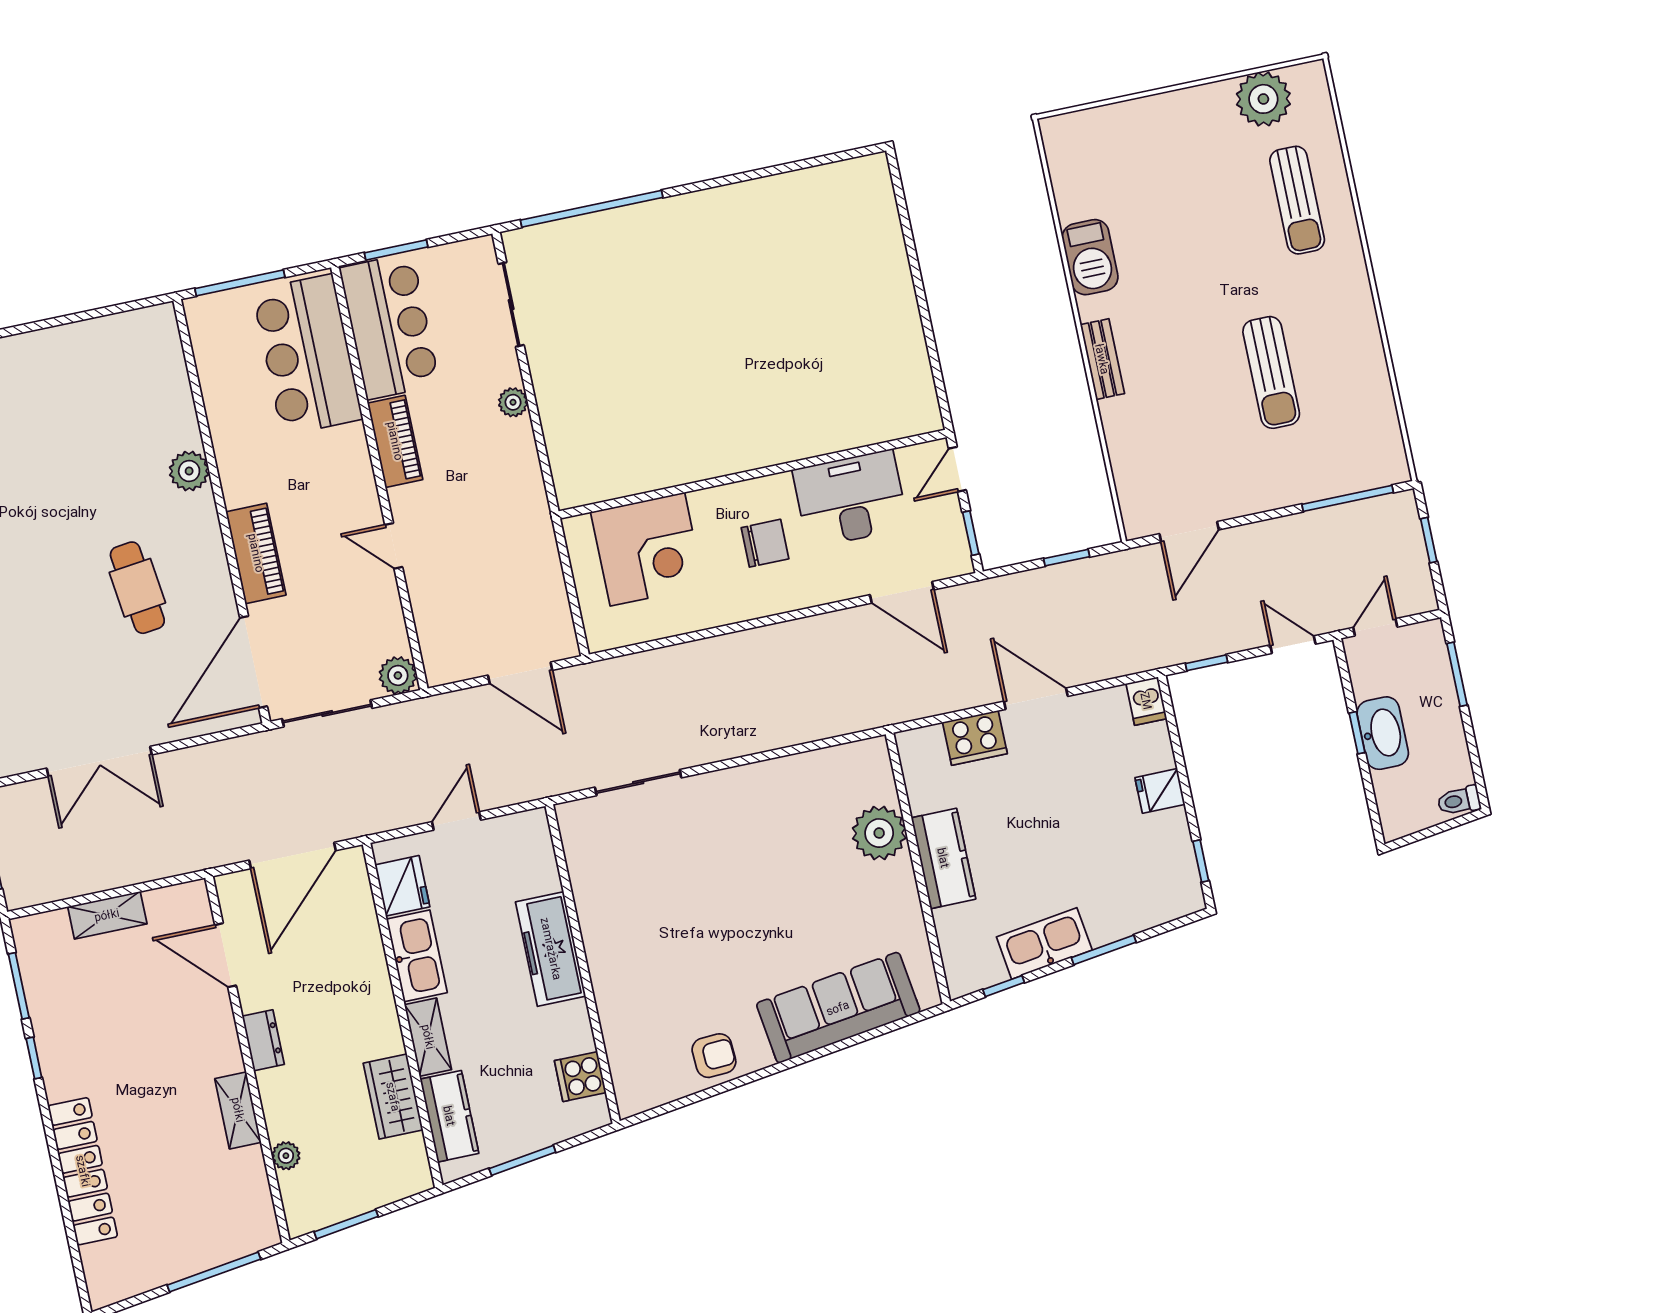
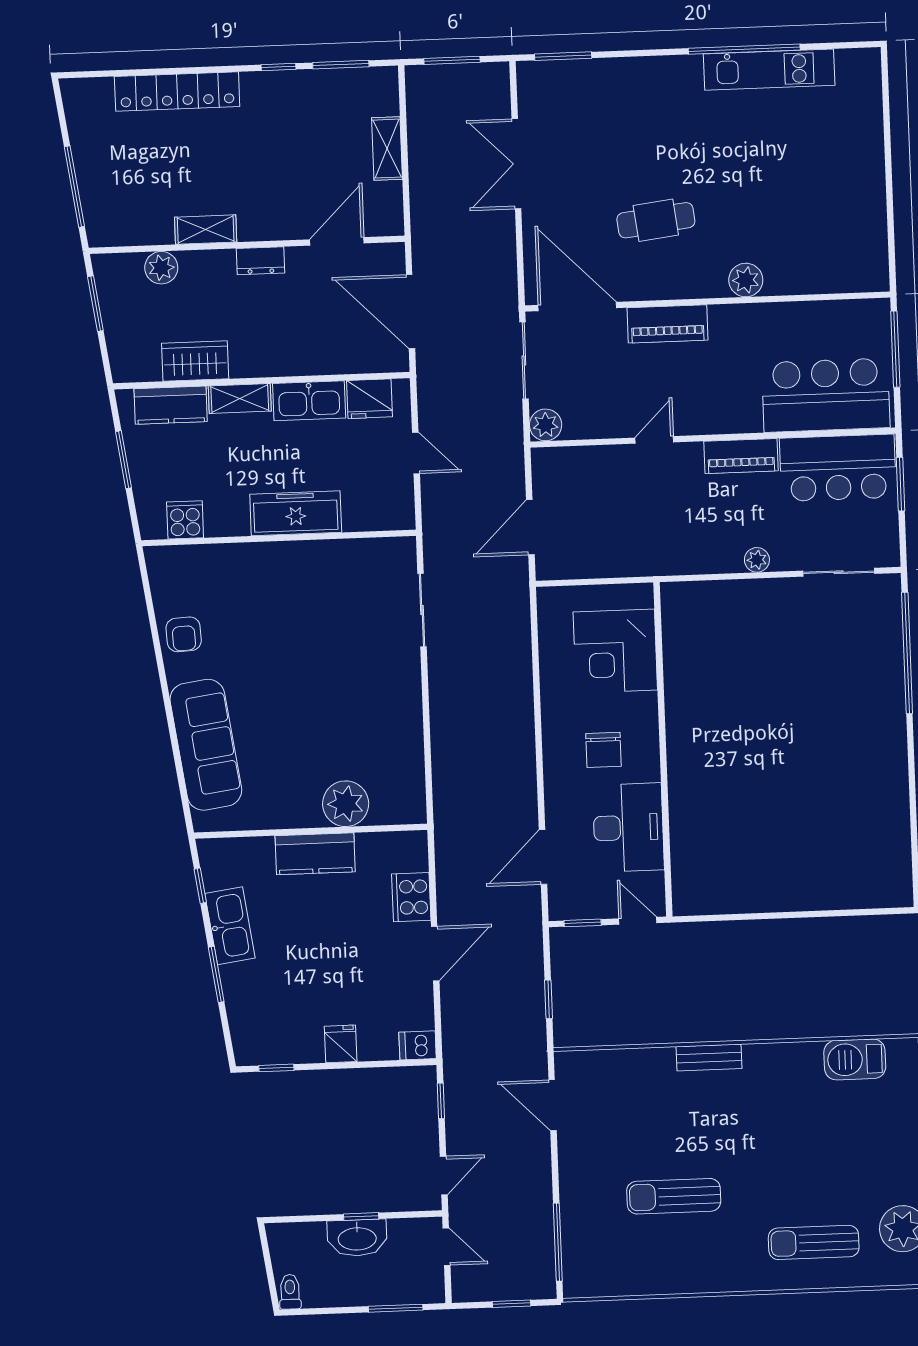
barbecue: (1090, 257) -> (855, 1059), moved
plant: (286, 1156) -> (161, 268), width x1.38, depth x1.38

